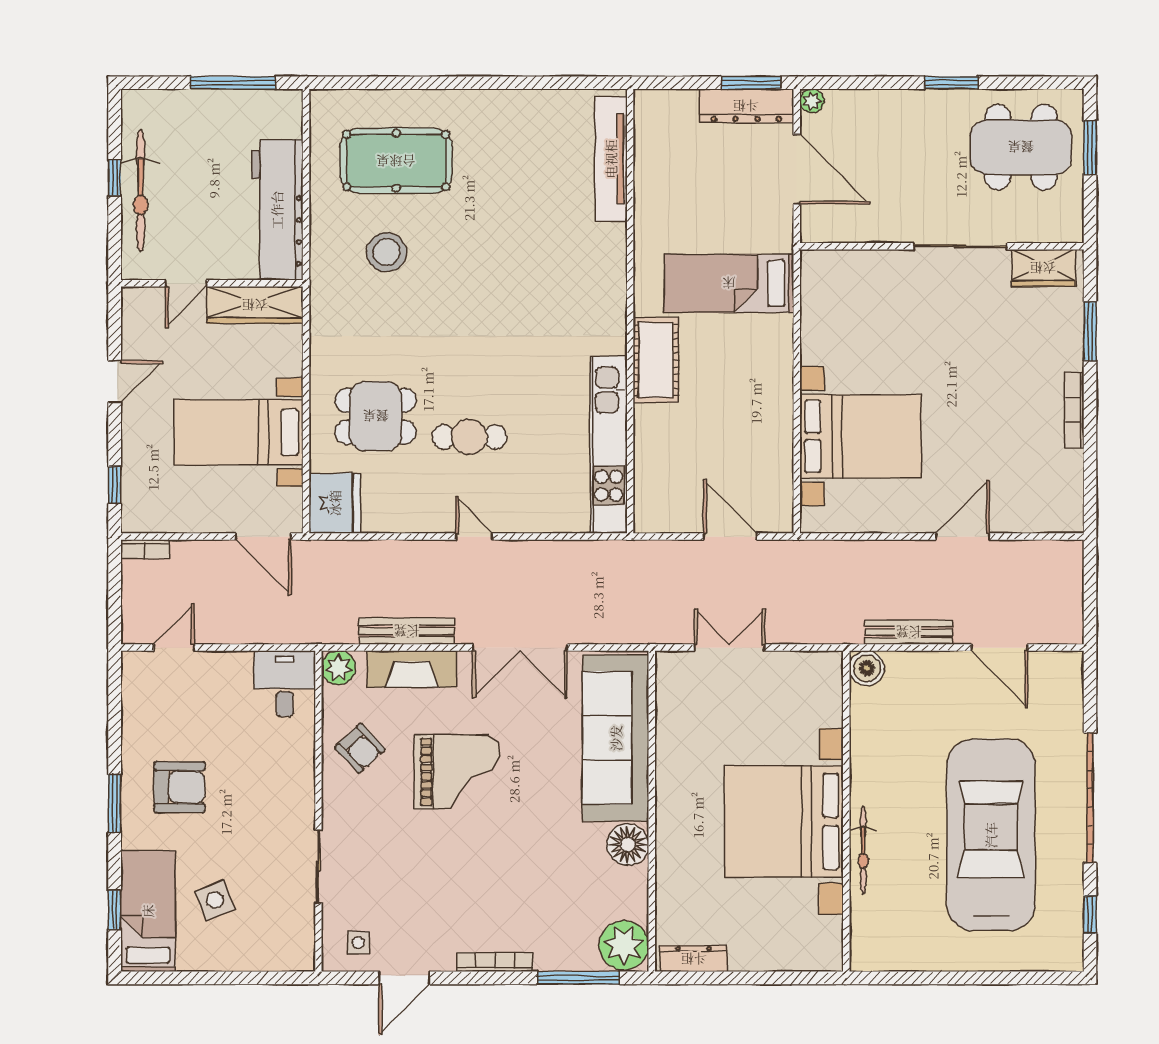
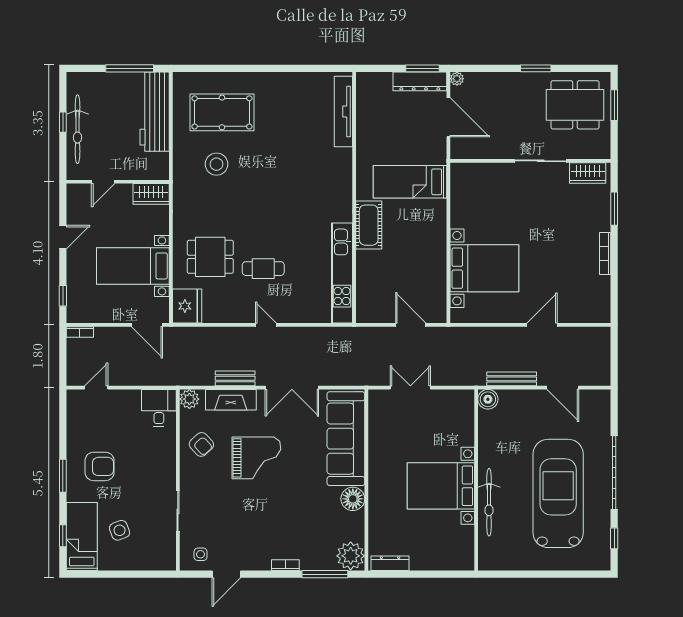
workbench: (277, 210) -> (155, 112), moved
wardrobe: (255, 305) -> (151, 194), width x0.67
bench: (407, 631) -> (235, 378), width x0.73
bed with nightstands: (784, 821) -> (441, 486), width x0.73
bicycle: (863, 850) -> (489, 502), width x1.37, depth x1.40
bookcase: (495, 962) -> (285, 565), width x0.64

